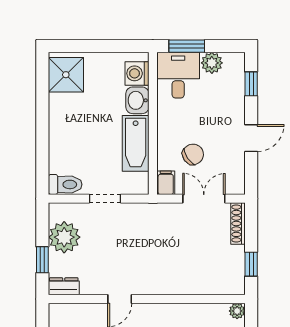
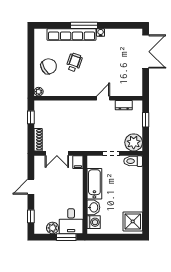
chair: (193, 154) -> (63, 178), removed
plant: (64, 237) -> (134, 142), moved
dresser: (64, 286) -> (124, 105), moved

